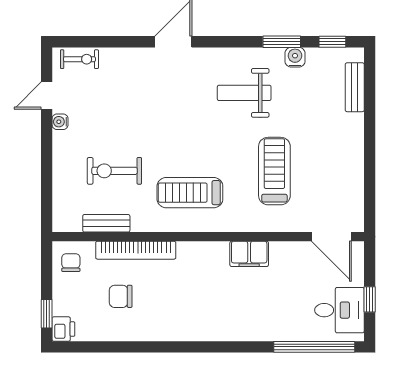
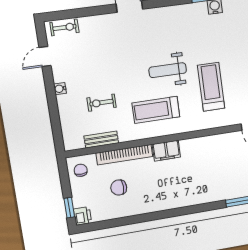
weight bench: (244, 93) -> (168, 70), moved
water cooler: (60, 122) -> (60, 89), moved
exercise bike: (114, 171) -> (101, 103), width x0.73, depth x0.72
filing cabinet: (249, 254) -> (166, 151), moved

